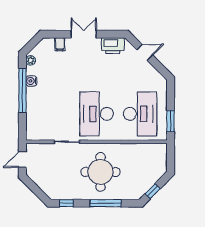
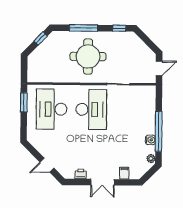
printer: (113, 46) -> (81, 174), width x0.53, depth x0.68

